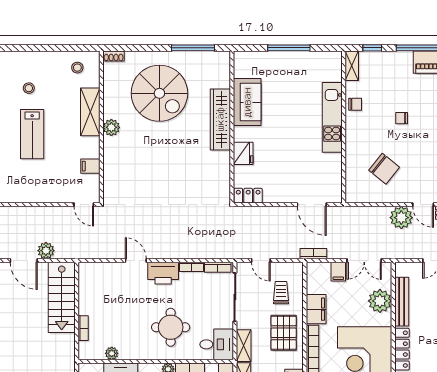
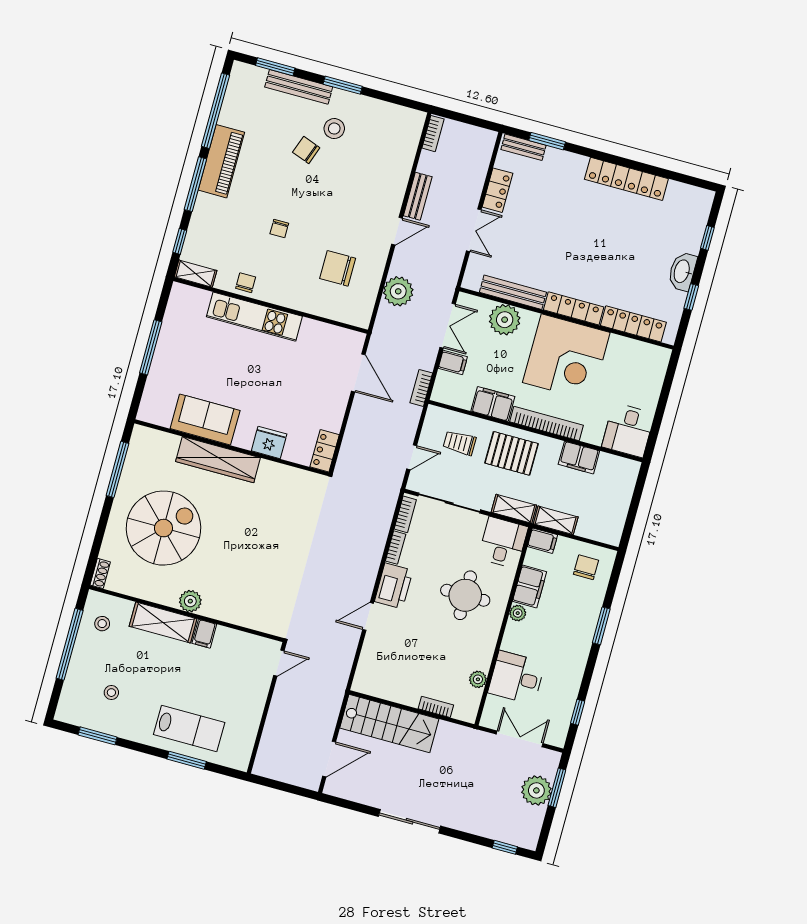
window: (56, 48) -> (70, 644), added
lab bench: (32, 134) -> (189, 729), moved
filing cabinet: (90, 166) -> (204, 634), moved
chair: (384, 169) -> (338, 268), turned -129
door: (312, 205) -> (358, 373), hinge flipped
plant: (401, 218) -> (398, 291), moved
plant: (46, 251) -> (324, 727), removed

